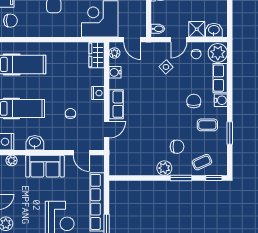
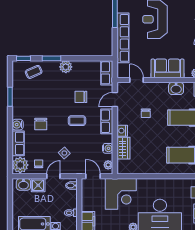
wardrobe: (97, 55) -> (123, 148), moved
coffee table: (207, 125) -> (77, 121), moved
chair: (177, 147) -> (81, 97), moved
row of seats: (116, 161) -> (107, 73), added

